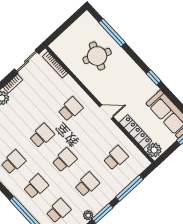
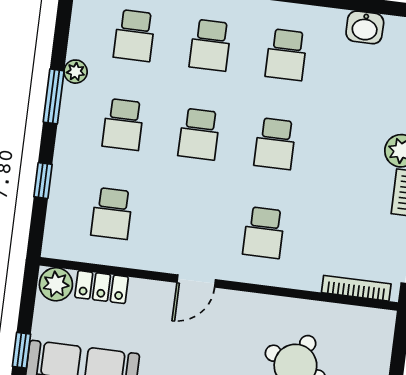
locker: (136, 132) -> (102, 287), width x0.66
window: (129, 188) -> (43, 181), width x0.46

